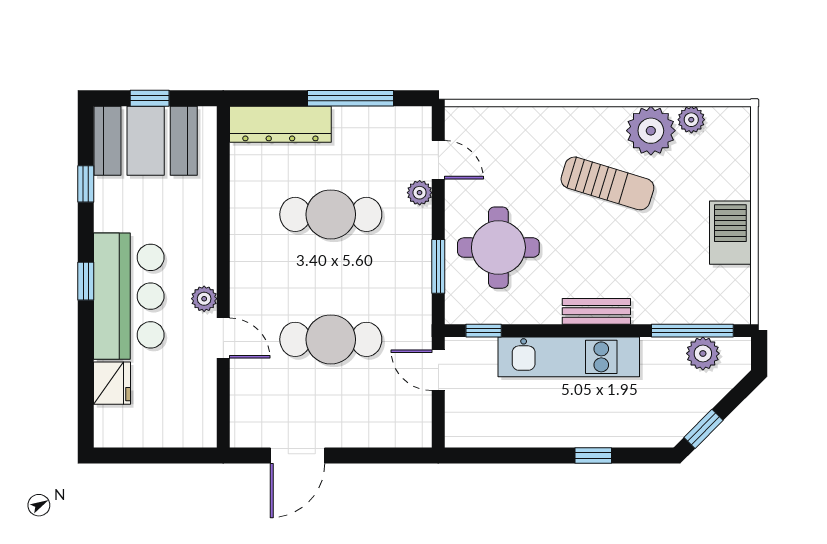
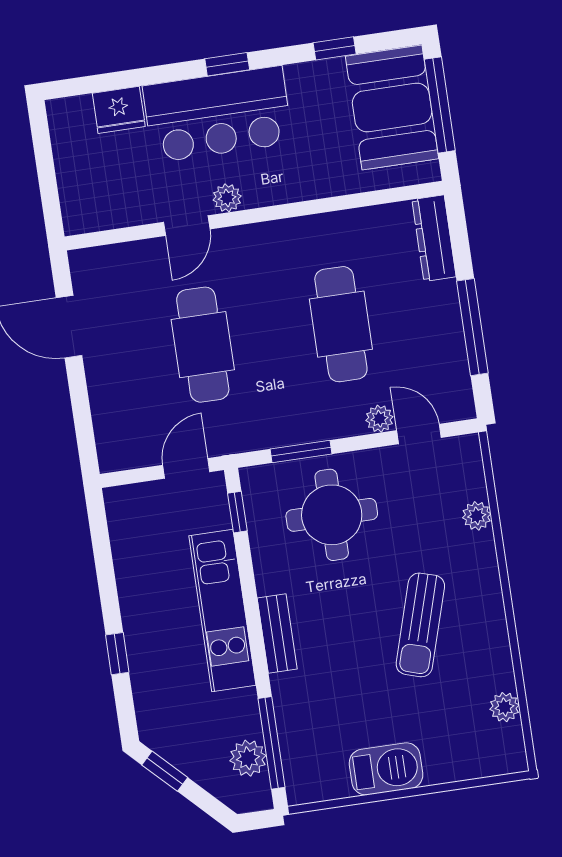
window: (150, 98) -> (440, 105), width x2.17
dresser: (280, 124) -> (434, 238), width x0.73, depth x0.80
plant: (651, 131) -> (477, 516), moved, width x0.53, depth x0.53
door: (438, 160) -> (419, 434), swing flipped

